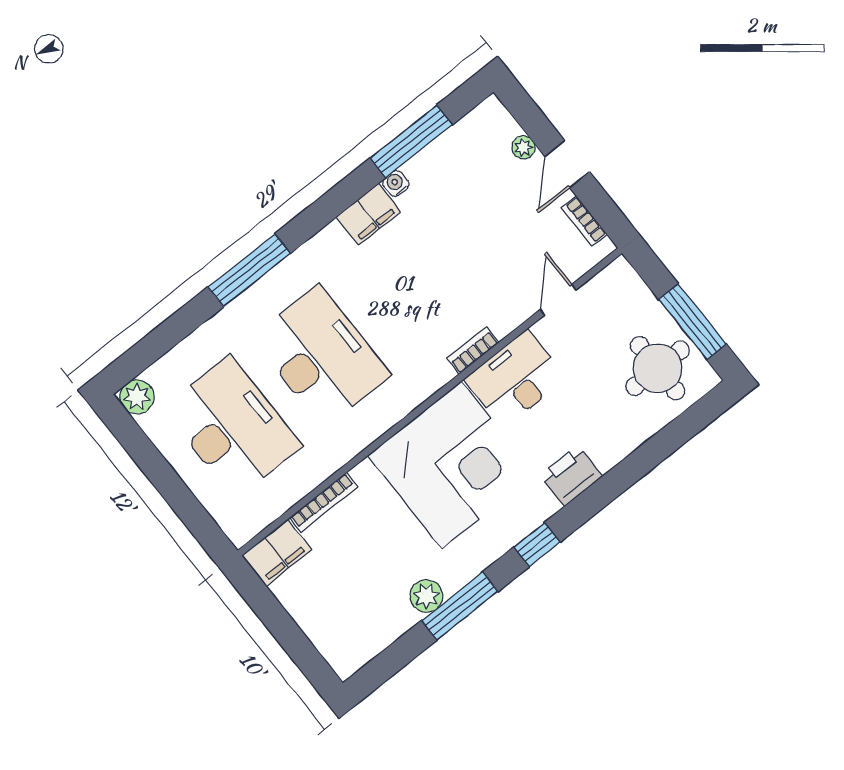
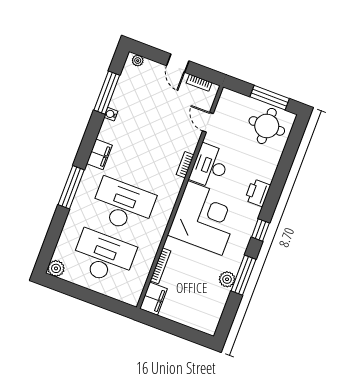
plant: (523, 148) -> (138, 61), moved
filing cabinet: (368, 214) -> (99, 154), moved

